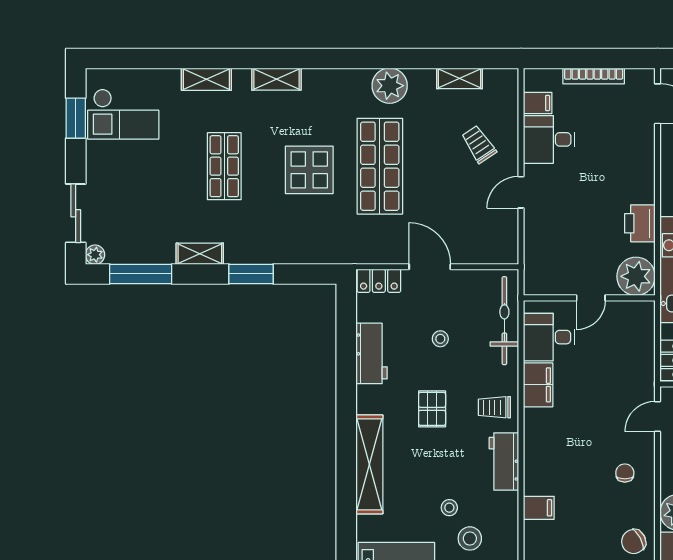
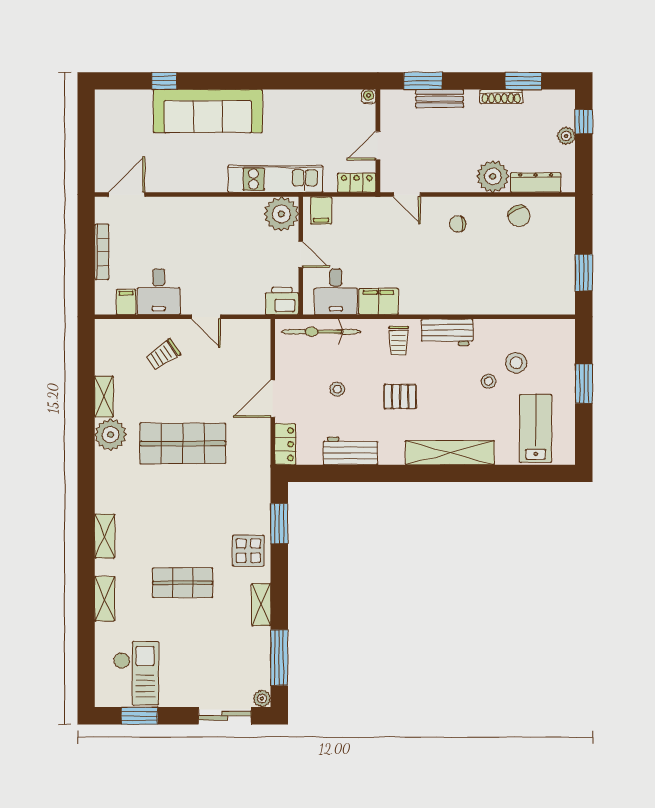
shelving: (460, 78) -> (104, 397), moved
display table: (309, 170) -> (248, 551), moved, width x0.73, depth x0.73
printer: (640, 223) -> (282, 301), moved, turned 180
window: (251, 274) -> (279, 524), moved
filing cabinet: (539, 508) -> (321, 210), moved, turned 180

